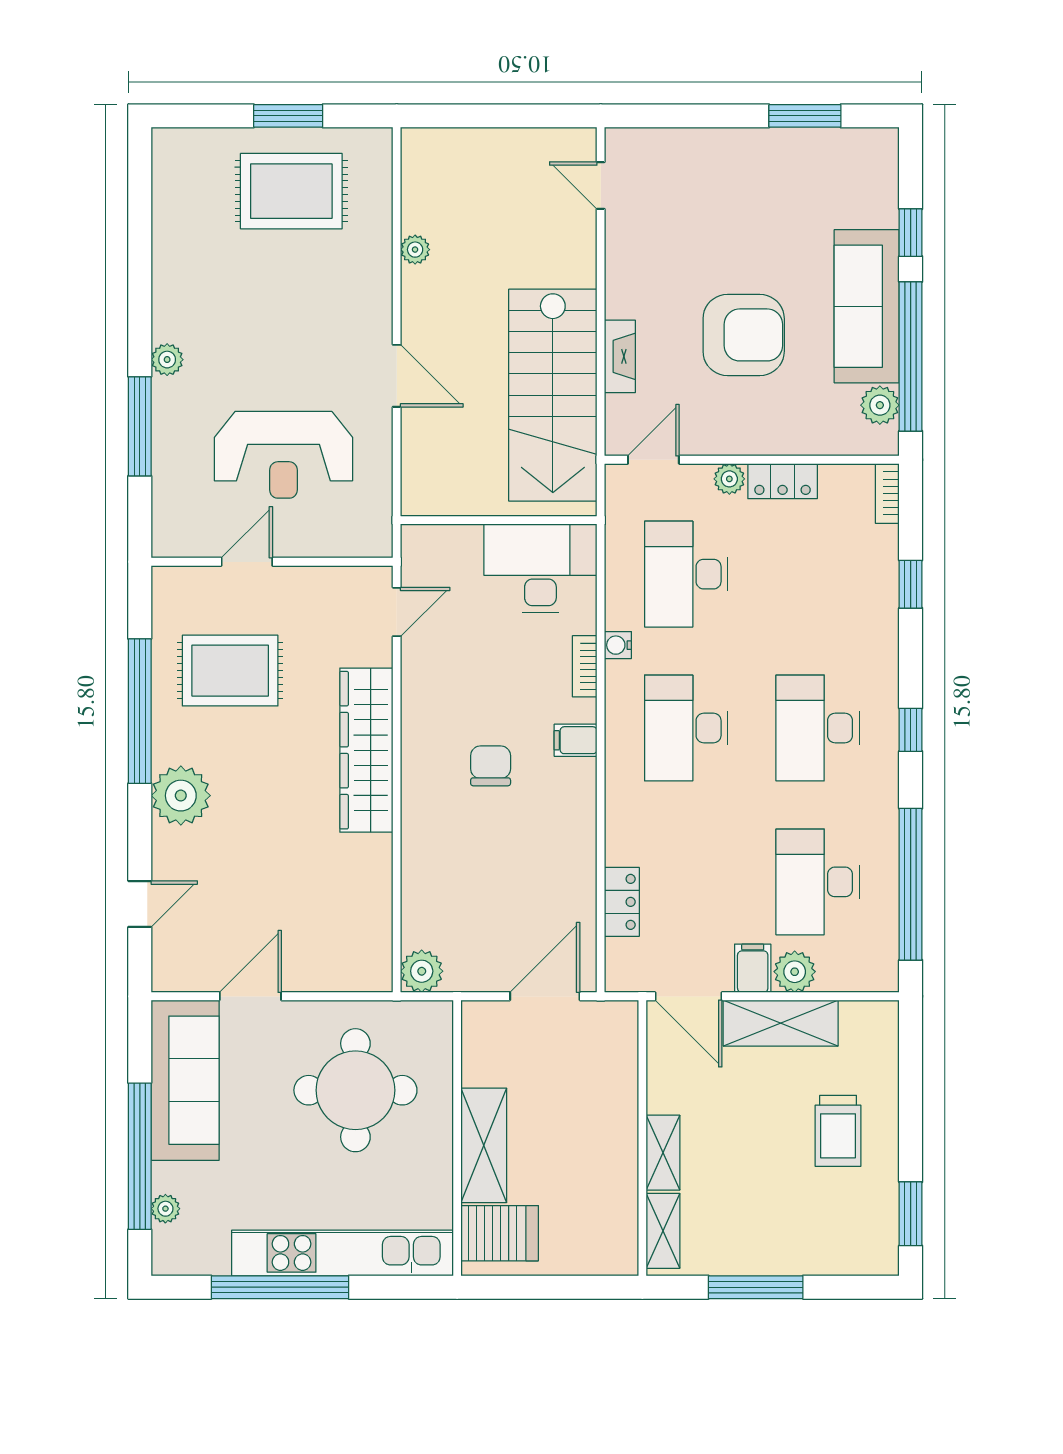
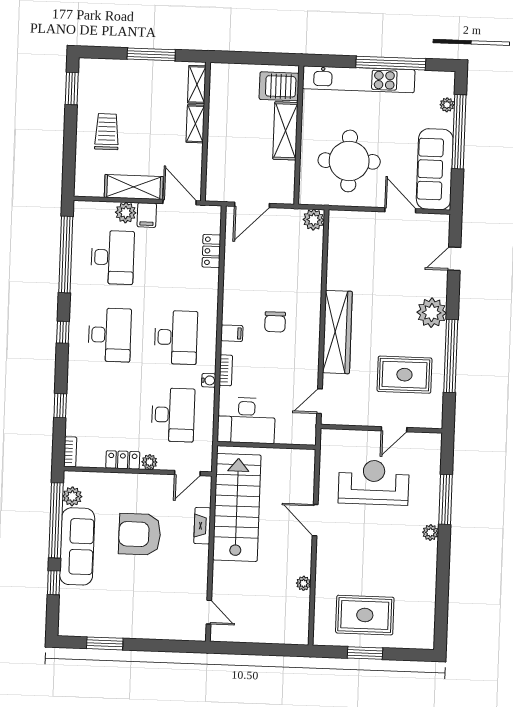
door: (250, 996) -> (400, 210), swing flipped

